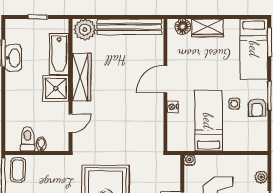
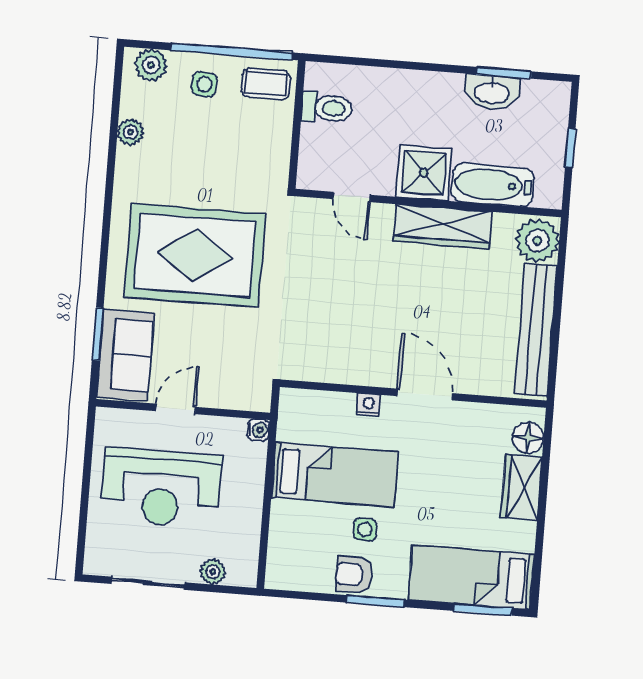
bidet: (41, 144) -> (314, 135), removed

